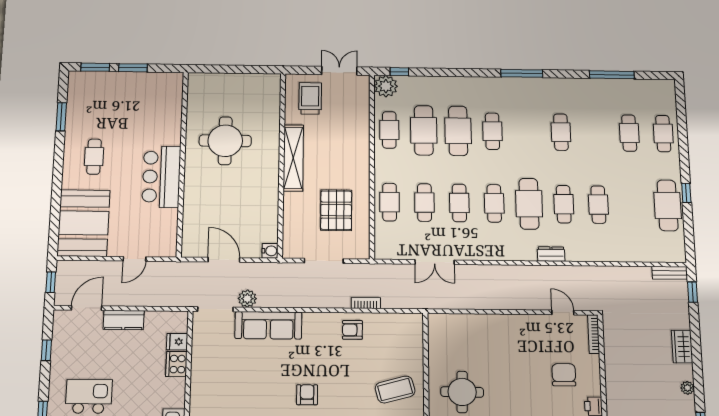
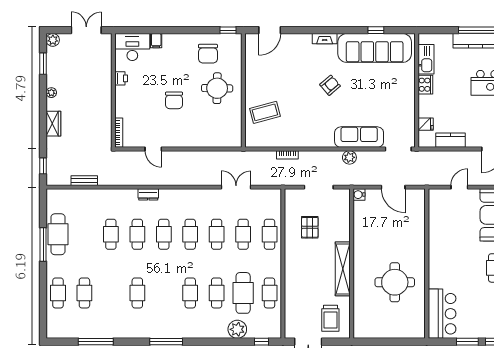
plant: (386, 86) -> (237, 329), moved
cafe table: (458, 131) -> (217, 293), width x0.73, depth x0.74
bar counter: (161, 177) -> (442, 314), moved
window: (686, 193) -> (43, 244), width x2.17
cafe table: (529, 204) -> (164, 234), width x0.73, depth x0.74
pallet: (336, 210) -> (310, 227), width x0.67, depth x0.71
bench: (670, 273) -> (84, 181), moved
plant: (247, 299) -> (349, 157), moved
door: (563, 313) -> (153, 149), moved
kitchen counter: (124, 320) -> (451, 140), moved
armchair: (352, 330) -> (297, 134), removed
cooker: (176, 364) -> (425, 85), moved
chair: (564, 375) -> (174, 100), moved
coffee table: (395, 390) -> (265, 112), moved
armchair: (307, 395) -> (330, 85), turned -130

